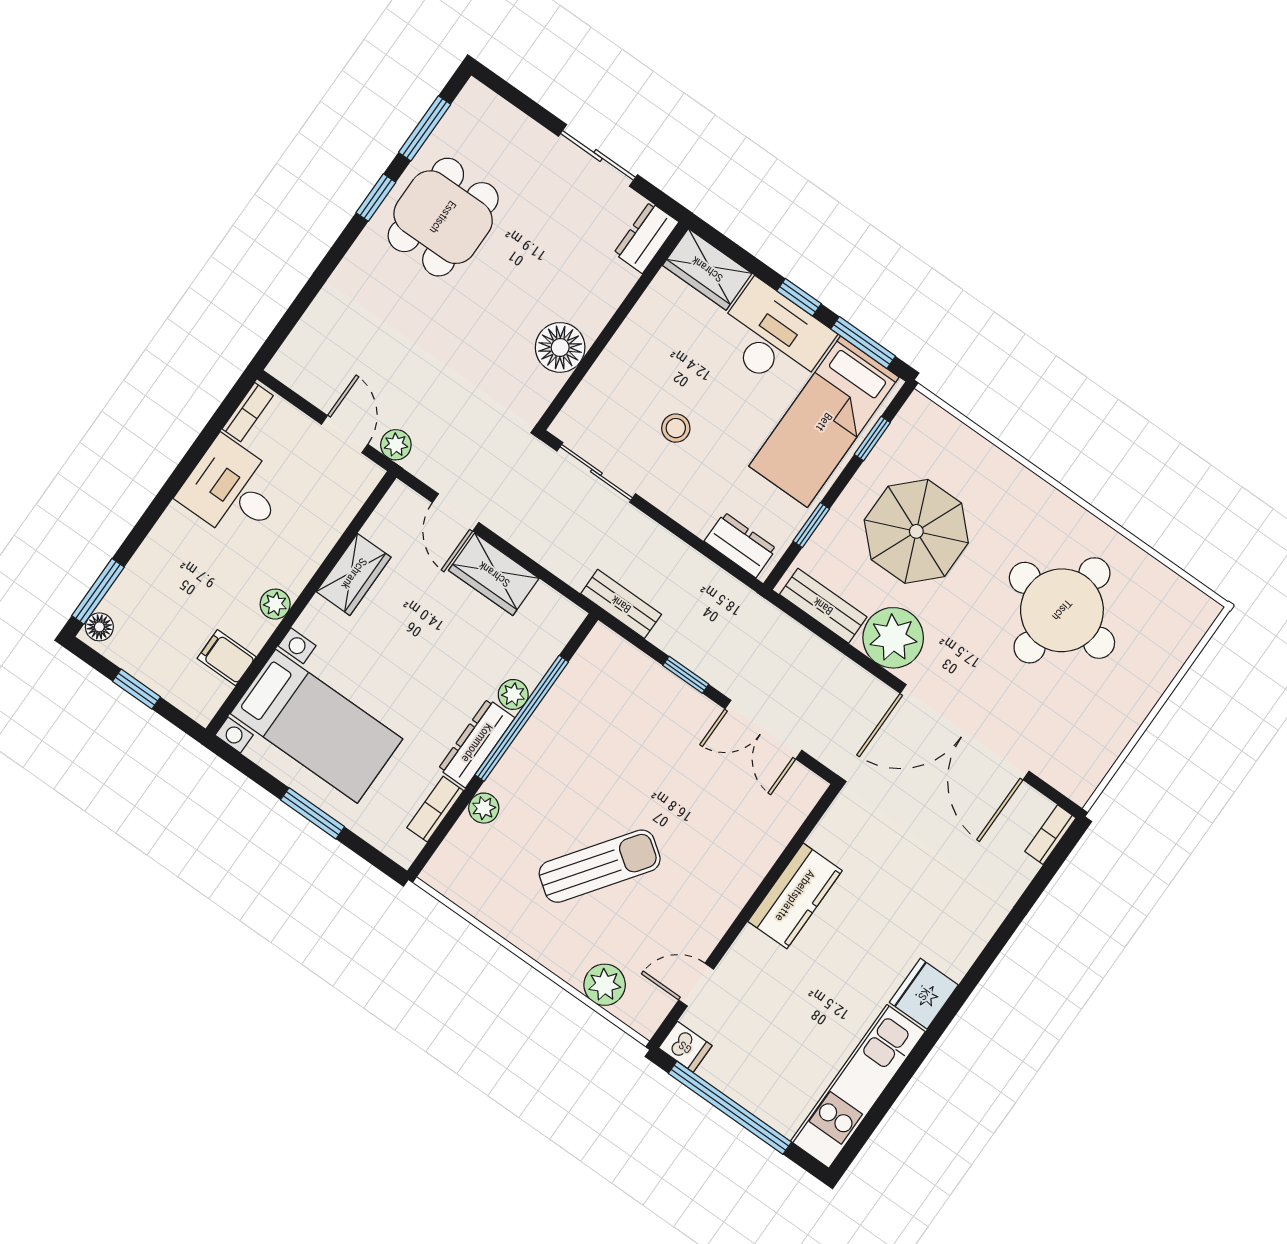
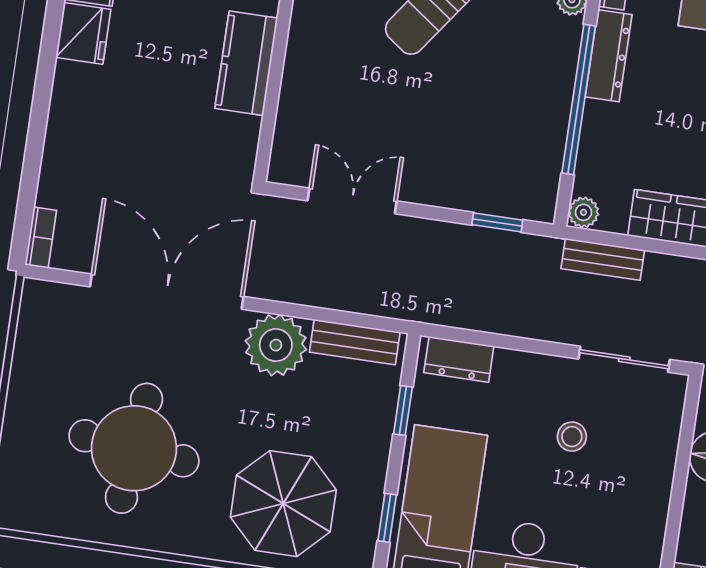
parasol: (916, 531) -> (283, 504), moved
bench: (621, 604) -> (603, 259), moved
window: (686, 675) -> (497, 222), moved
plant: (513, 694) -> (583, 212), moved

